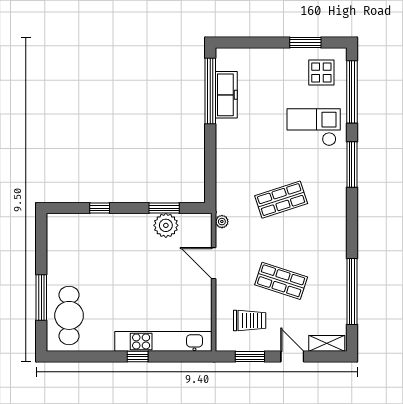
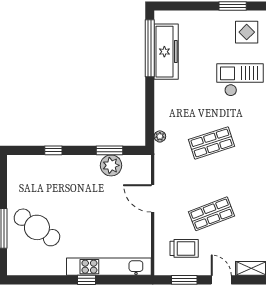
freezer: (226, 95) -> (166, 52), width x1.36, depth x1.26
plant: (222, 222) -> (160, 136), moved
shop shelf: (281, 281) -> (211, 214), turned -39
cafe table: (69, 315) -> (37, 227), moved, turned -55

